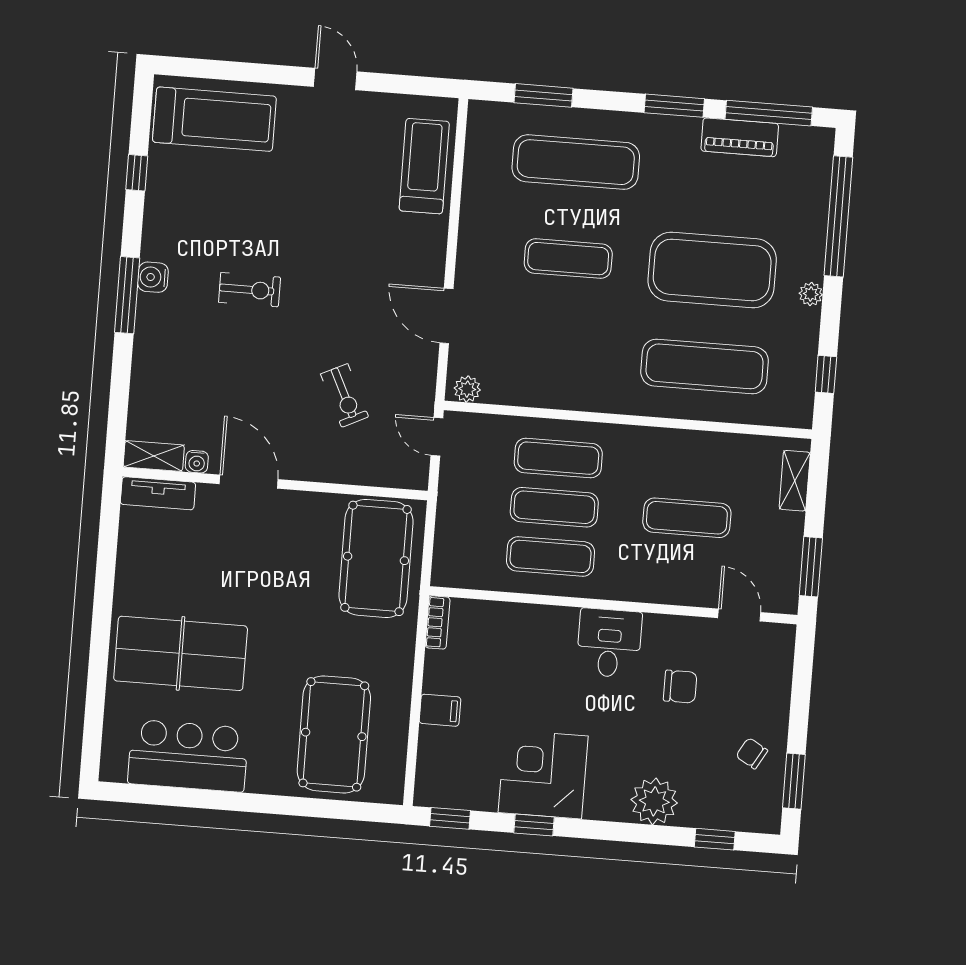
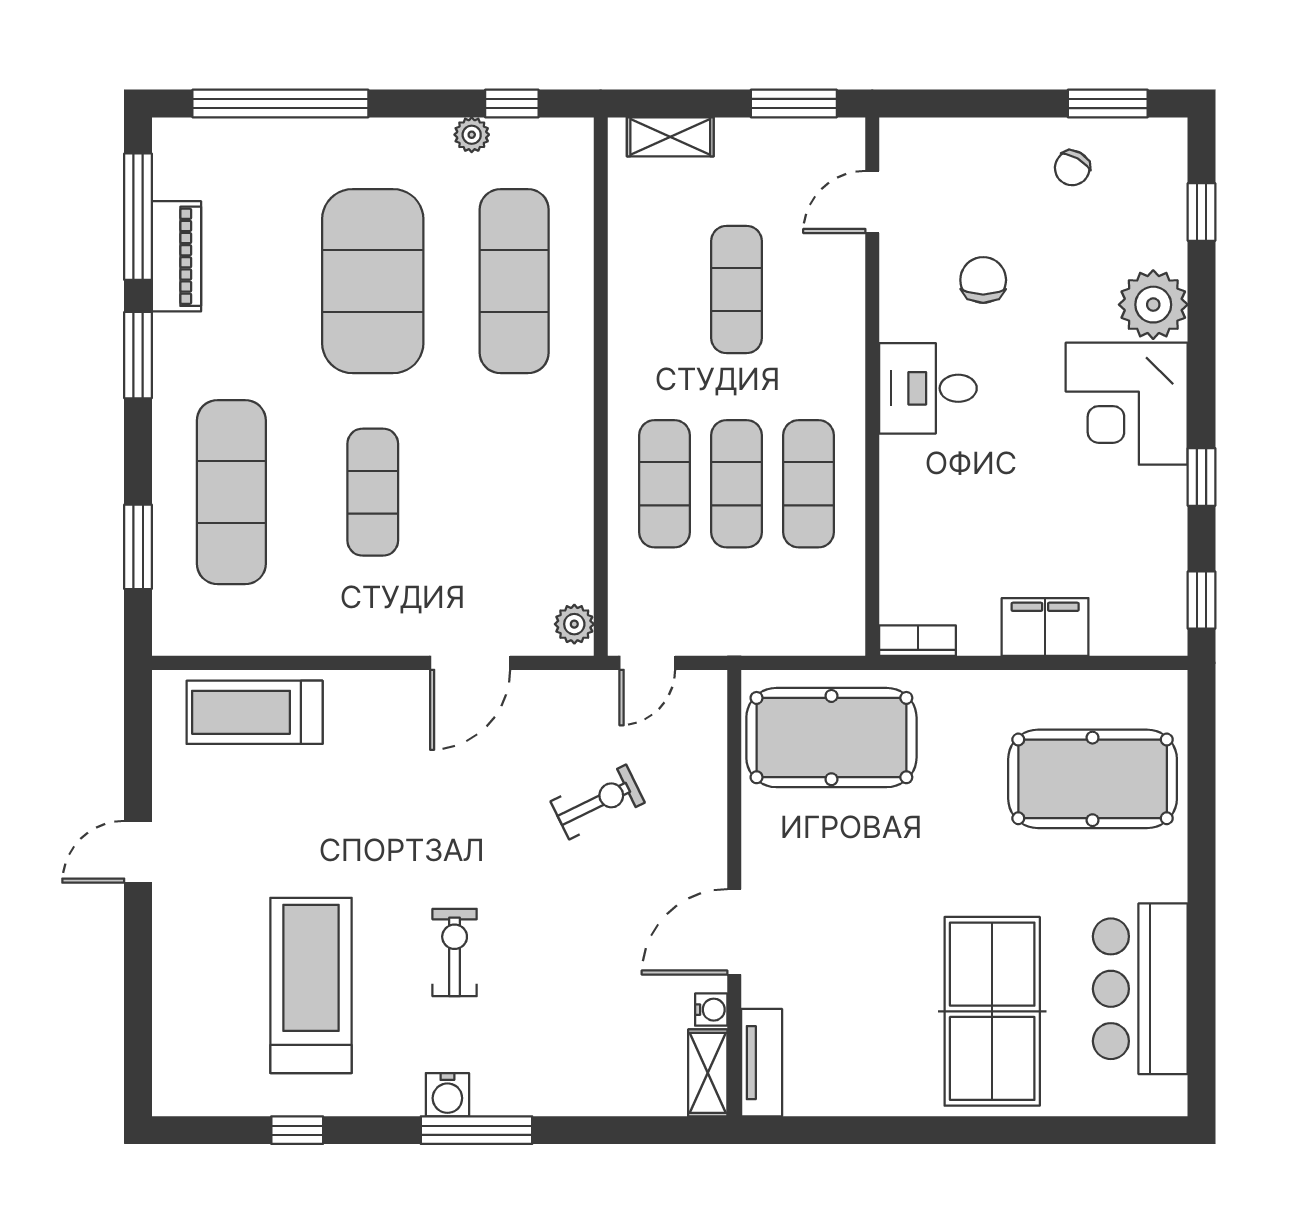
treadmill: (214, 119) -> (311, 985), moved
plant: (811, 294) -> (472, 135), moved
filing cabinet: (440, 710) -> (1045, 627), width x2.00
corner desk: (543, 774) -> (1127, 404), moved

